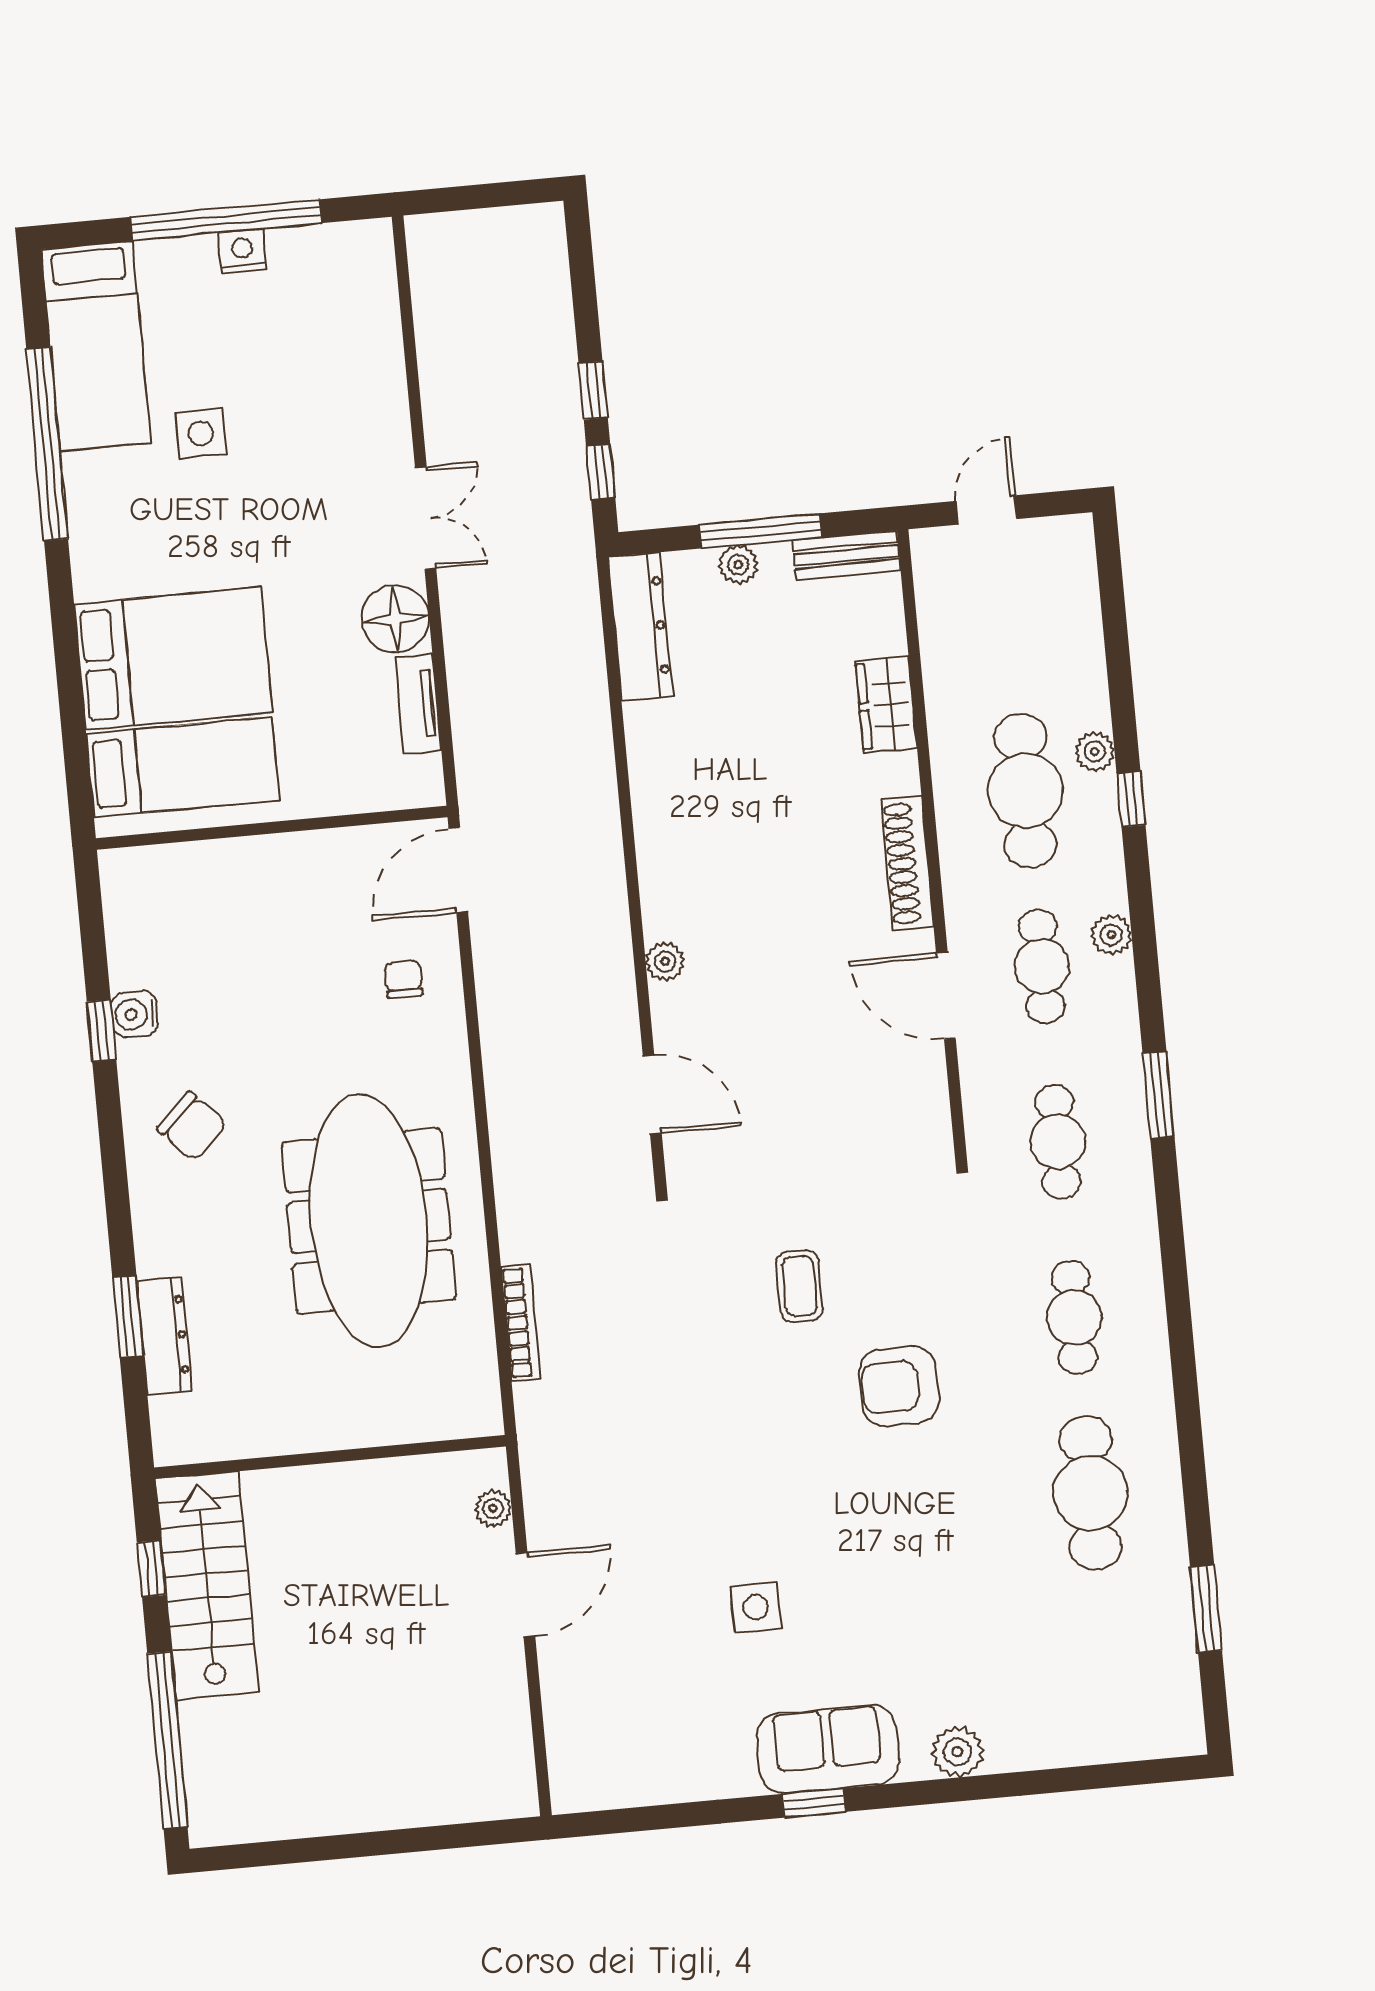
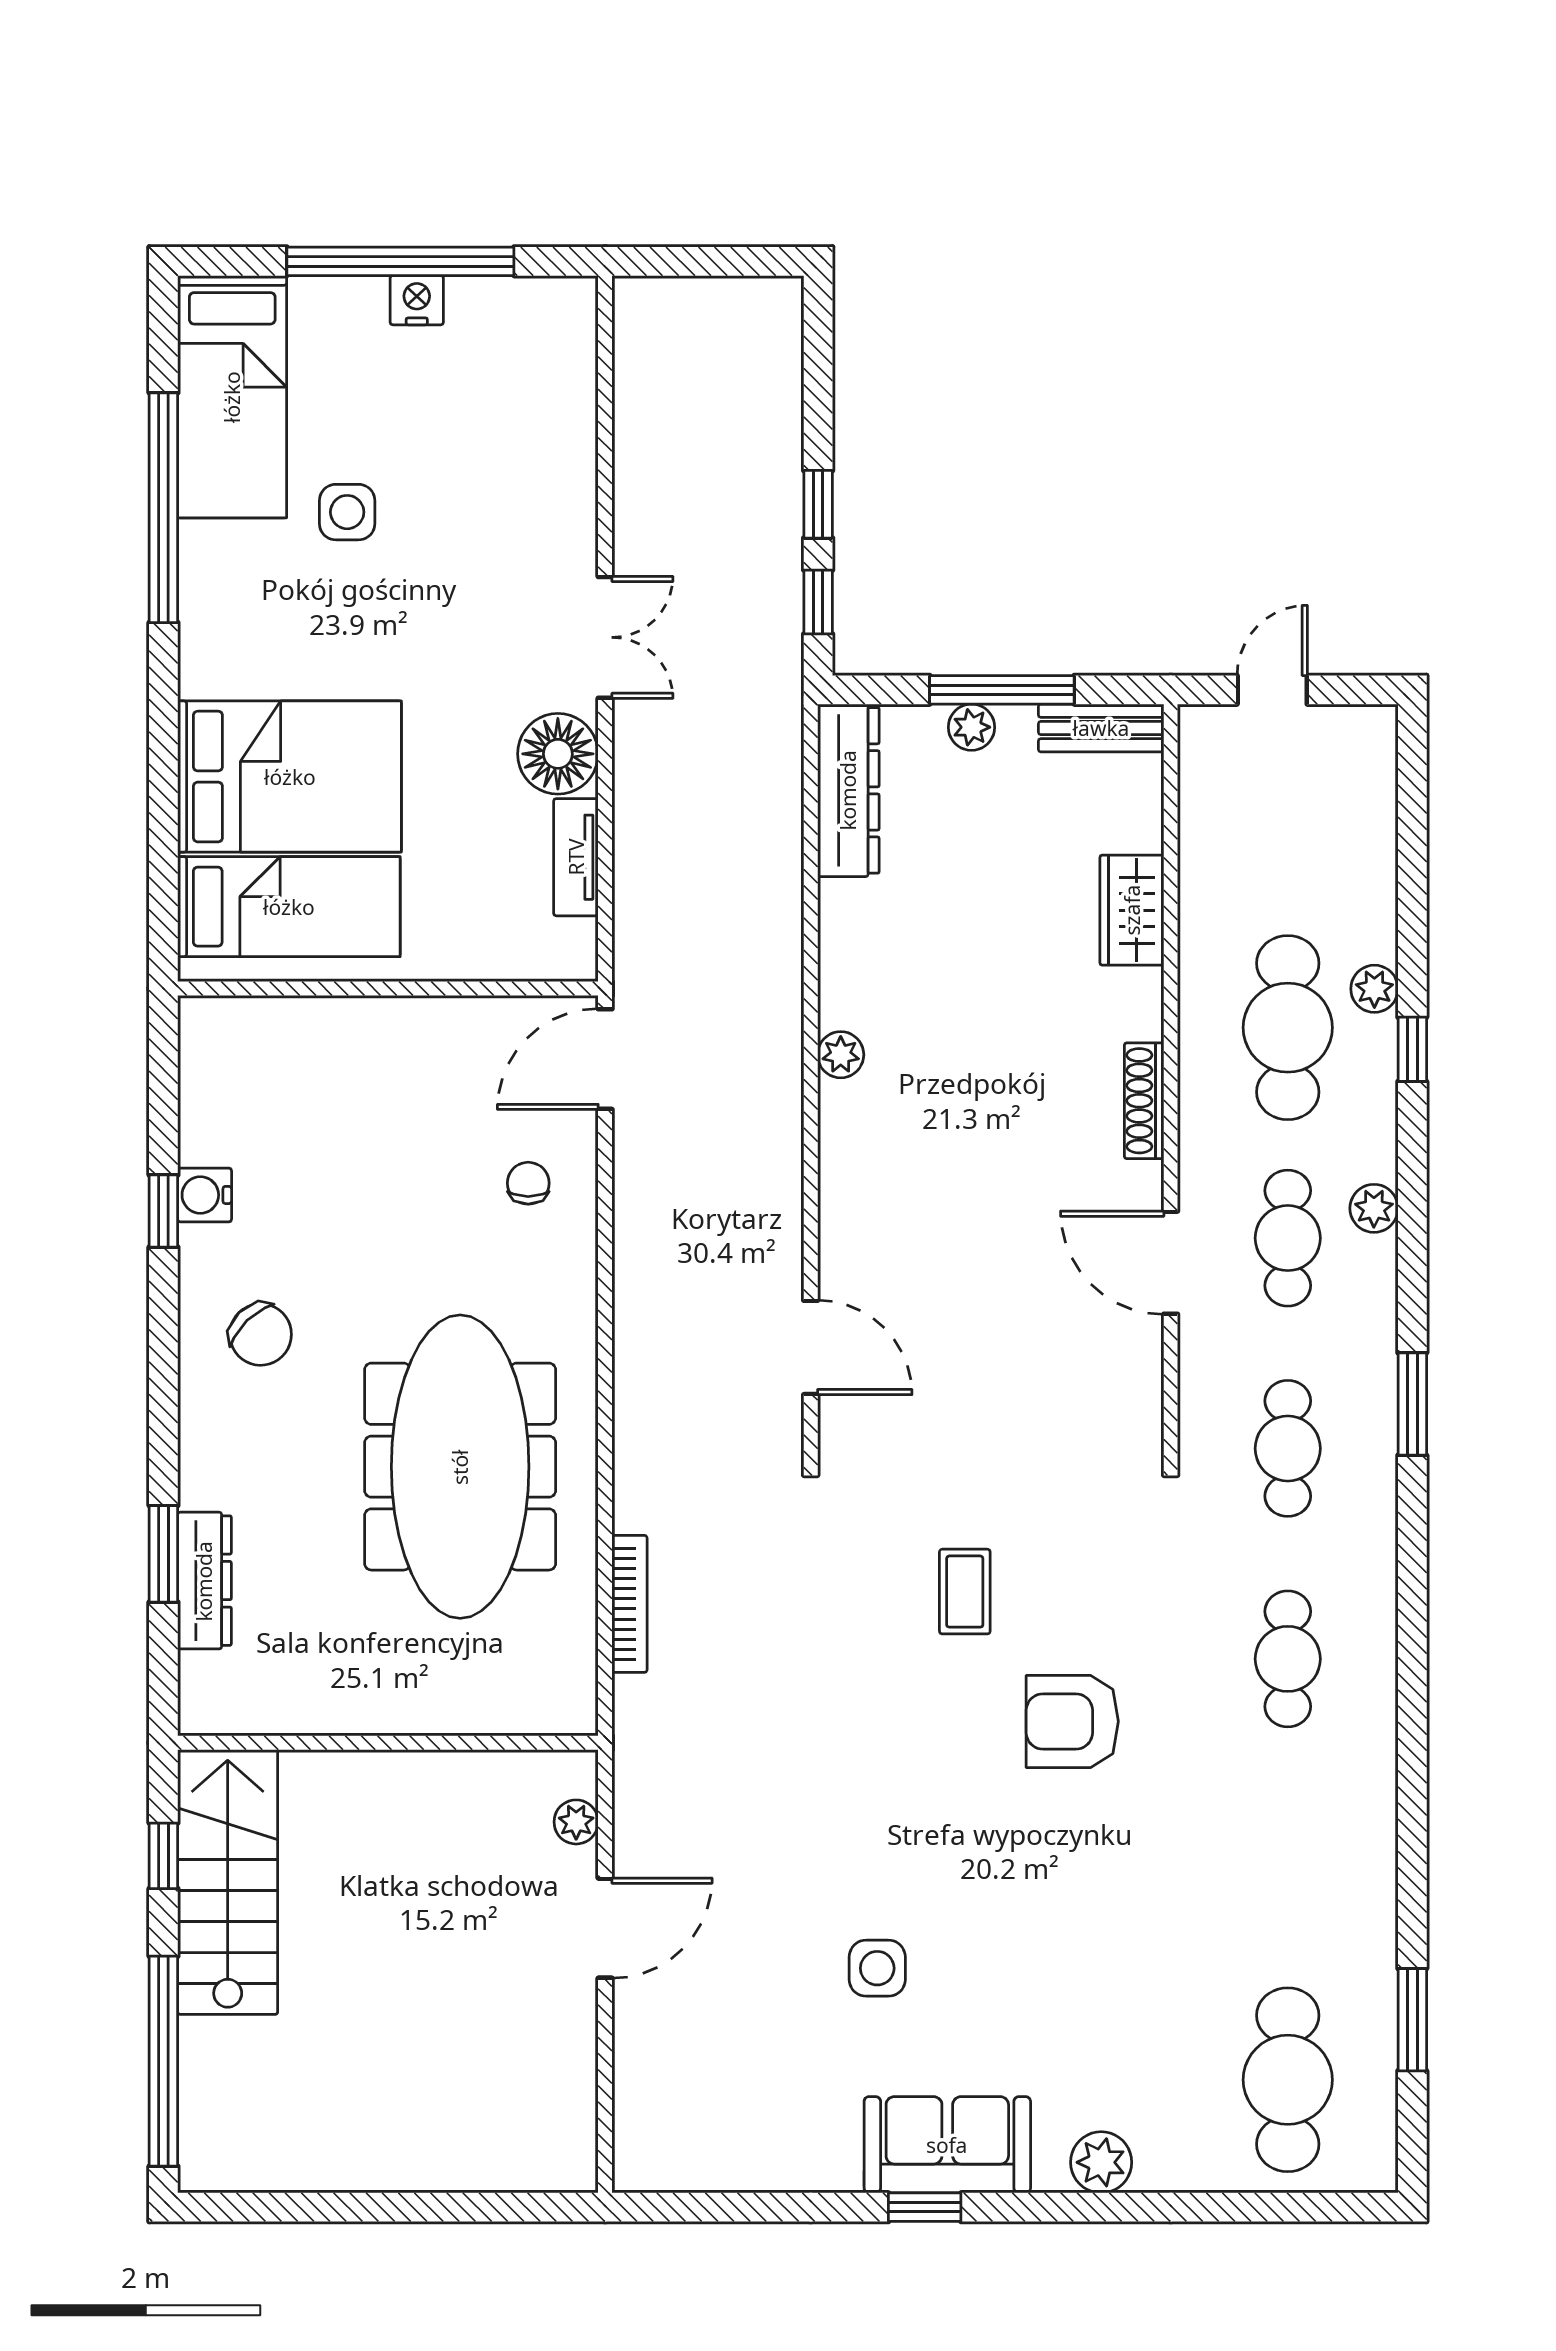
shoe rack: (907, 863) -> (1144, 1101), width x0.74, depth x0.81
plant: (665, 961) -> (841, 1055), moved
cafe table: (1091, 1493) -> (1288, 2080), moved

